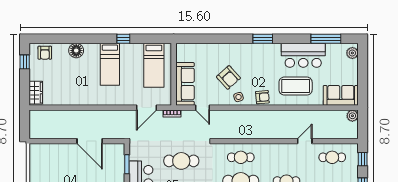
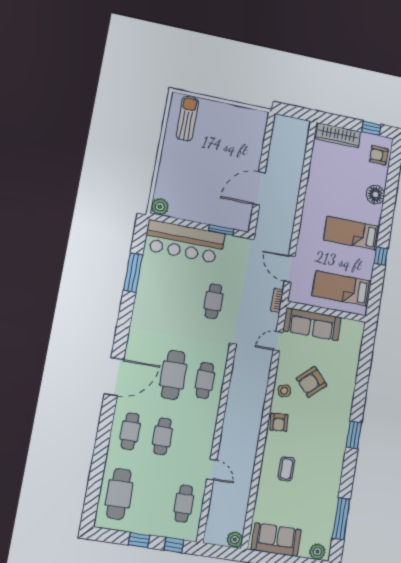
bar counter: (303, 55) -> (324, 485), removed
coffee table: (296, 86) -> (286, 469), width x0.54, depth x0.58
wardrobe: (36, 93) -> (338, 135), width x1.50
sofa: (341, 95) -> (276, 540), moved, turned -90
cafe table: (181, 161) -> (213, 301), width x0.73, depth x0.74

